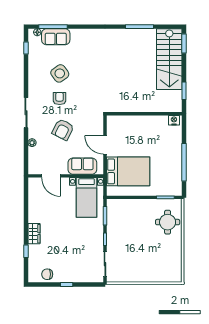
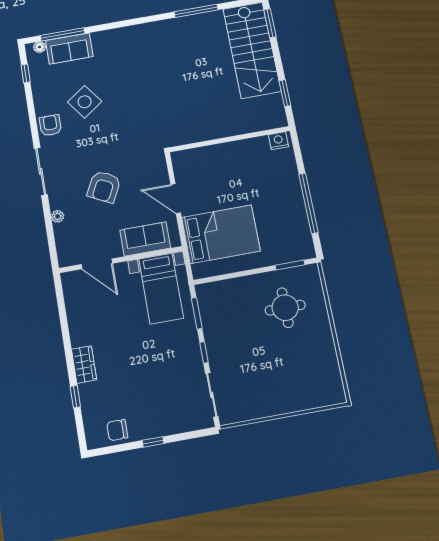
armchair: (60, 99) -> (50, 125), moved
round table: (168, 222) -> (285, 308), moved

